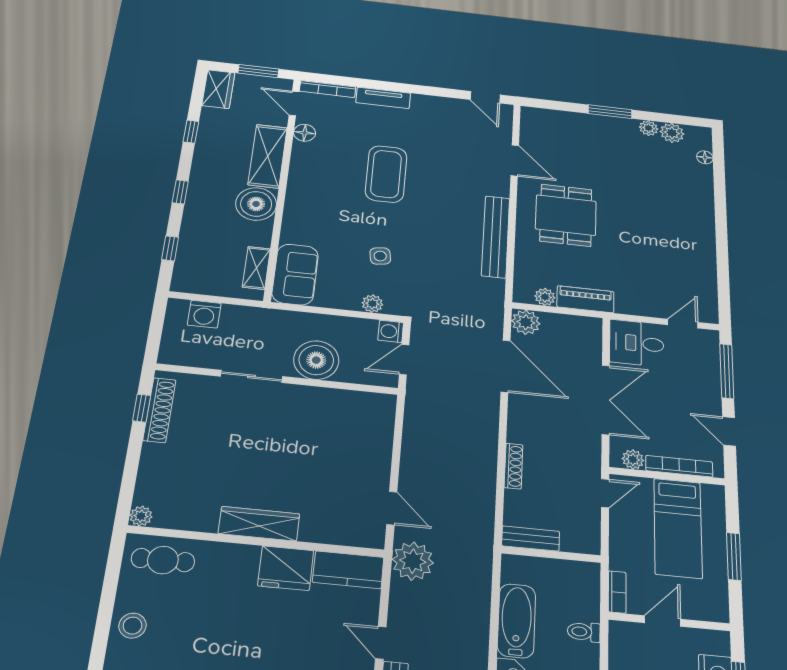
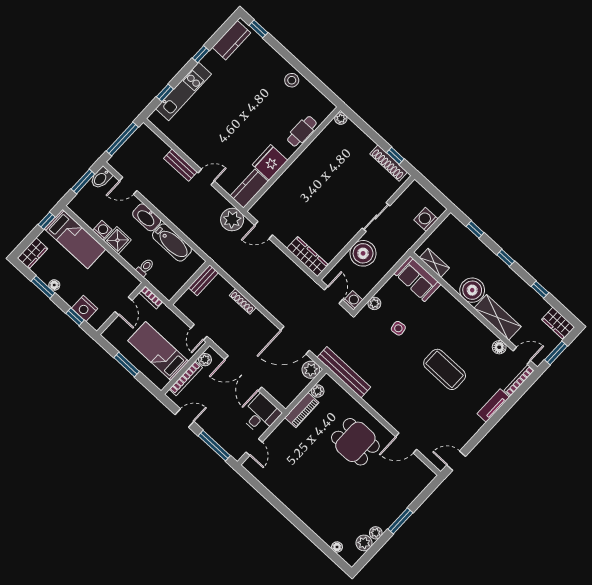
bench: (496, 237) -> (344, 372), moved
wardrobe: (259, 524) -> (308, 257), moved, turned -90
cafe table: (163, 560) -> (302, 131), moved

